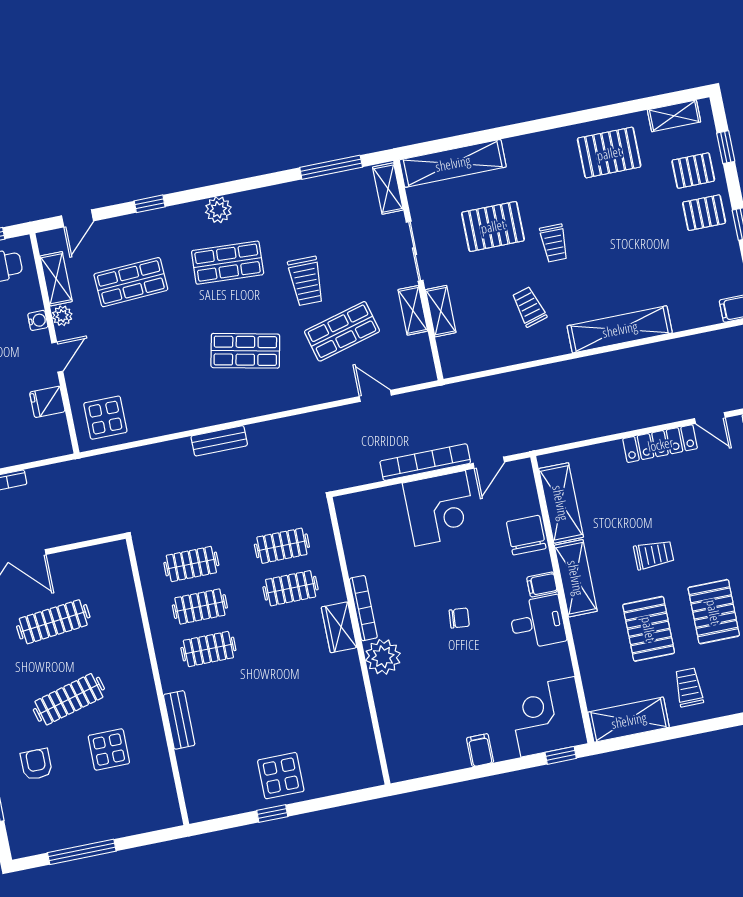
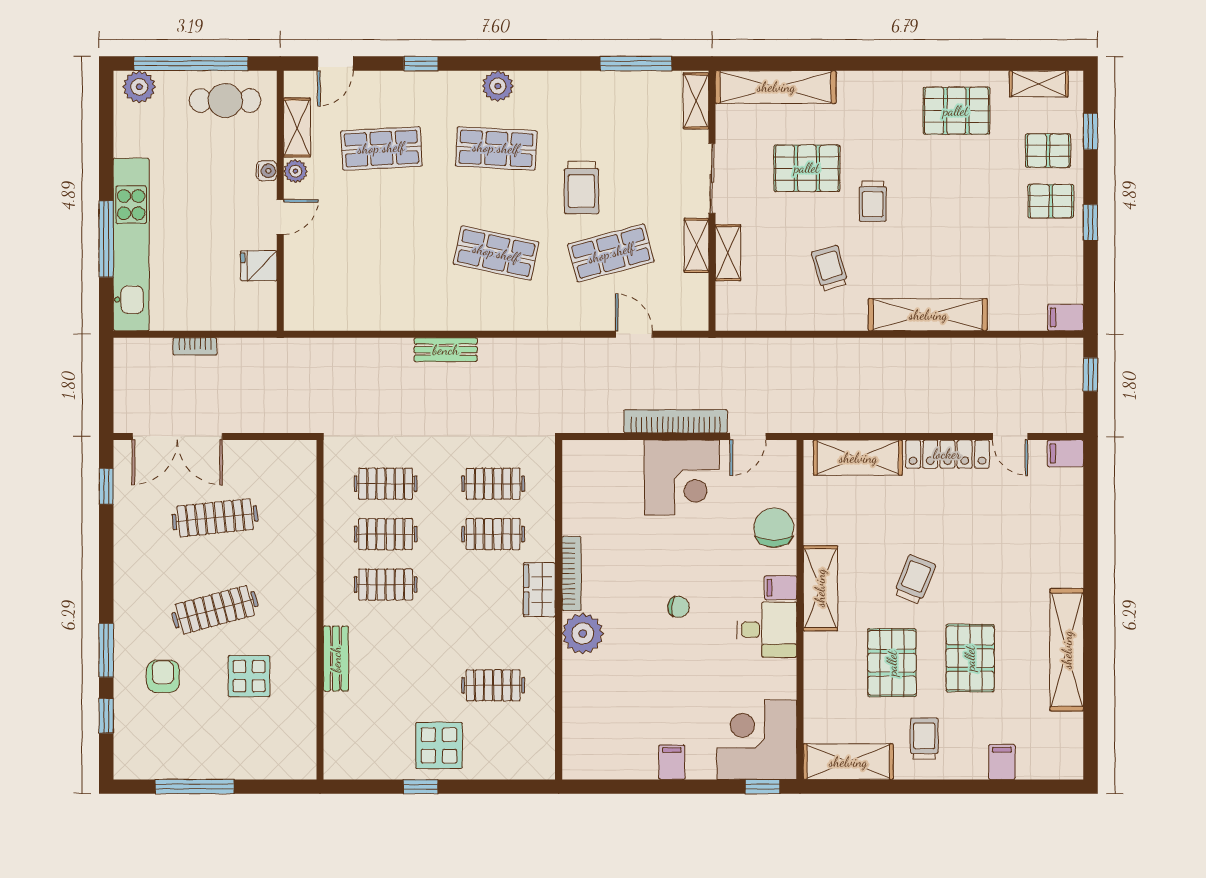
display table: (105, 418) -> (321, 297), removed
shelving: (561, 503) -> (858, 458), moved, turned 90
trolley: (654, 555) -> (915, 579), turned -68
clothes rail: (316, 716) -> (493, 685), added

